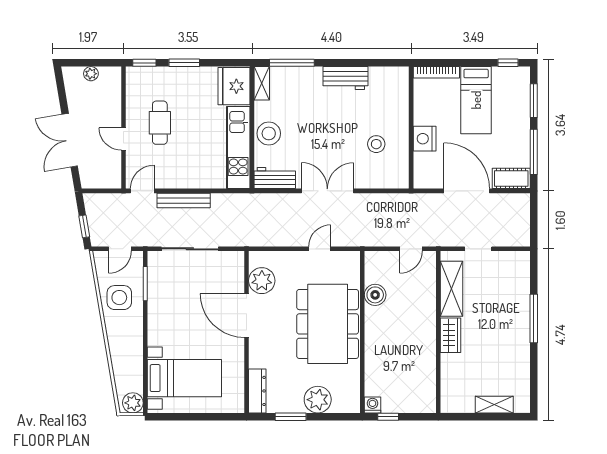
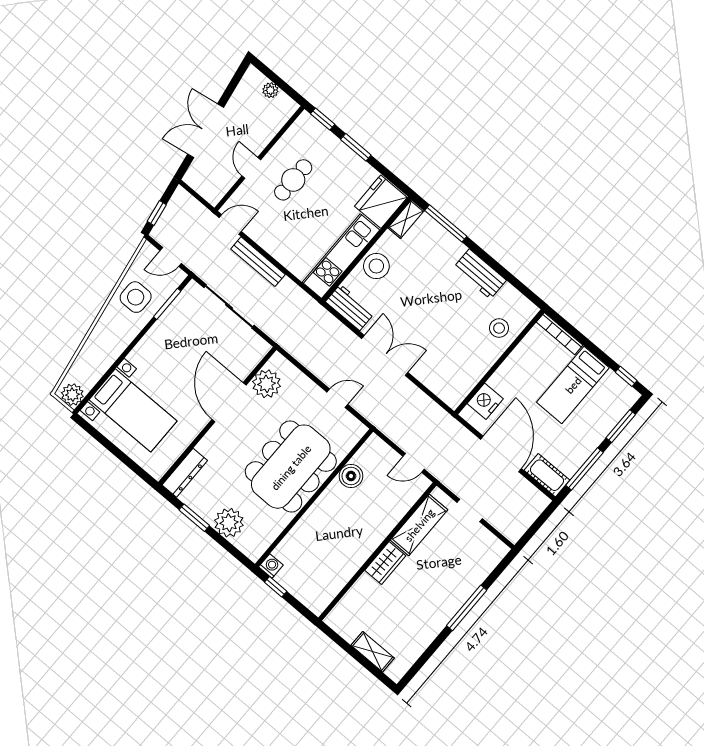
nightstand: (425, 139) -> (485, 401), moved
stool: (376, 144) -> (499, 328), moved

